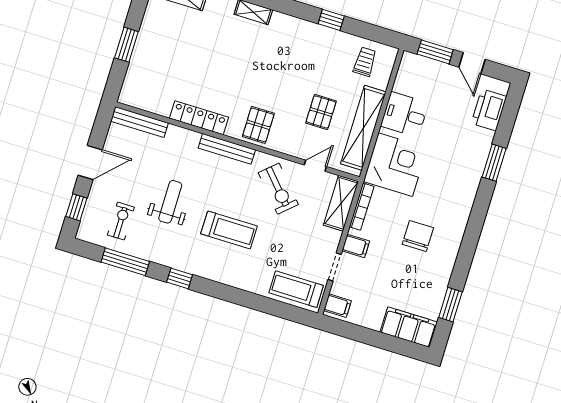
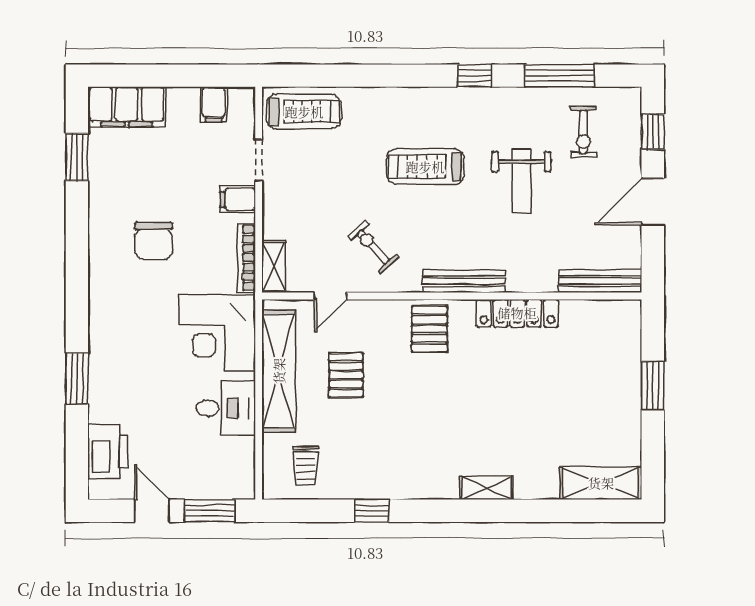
exercise bike: (278, 189) -> (373, 247), width x0.73, depth x0.72
shelving: (341, 203) -> (274, 267), width x0.67, depth x0.75
filing cabinet: (337, 306) -> (214, 104), moved, turned -90

